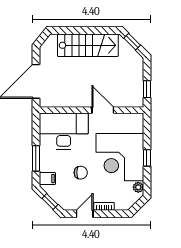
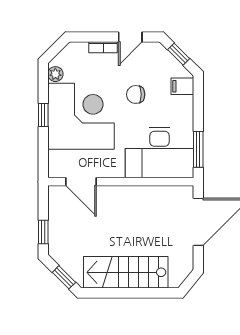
window: (147, 89) -> (43, 232), moved
door: (103, 110) -> (81, 182), moved
window: (36, 158) -> (198, 149), moved

